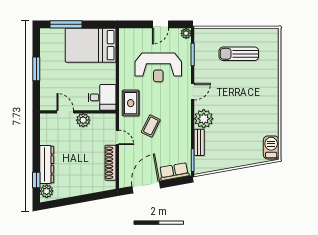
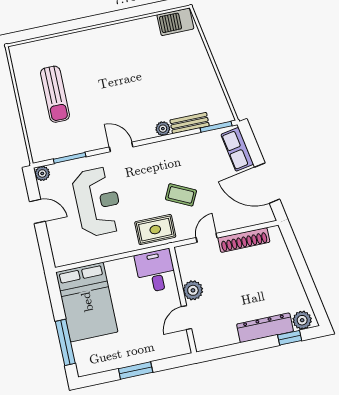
plant: (204, 119) -> (163, 129), width x0.53, depth x0.53

